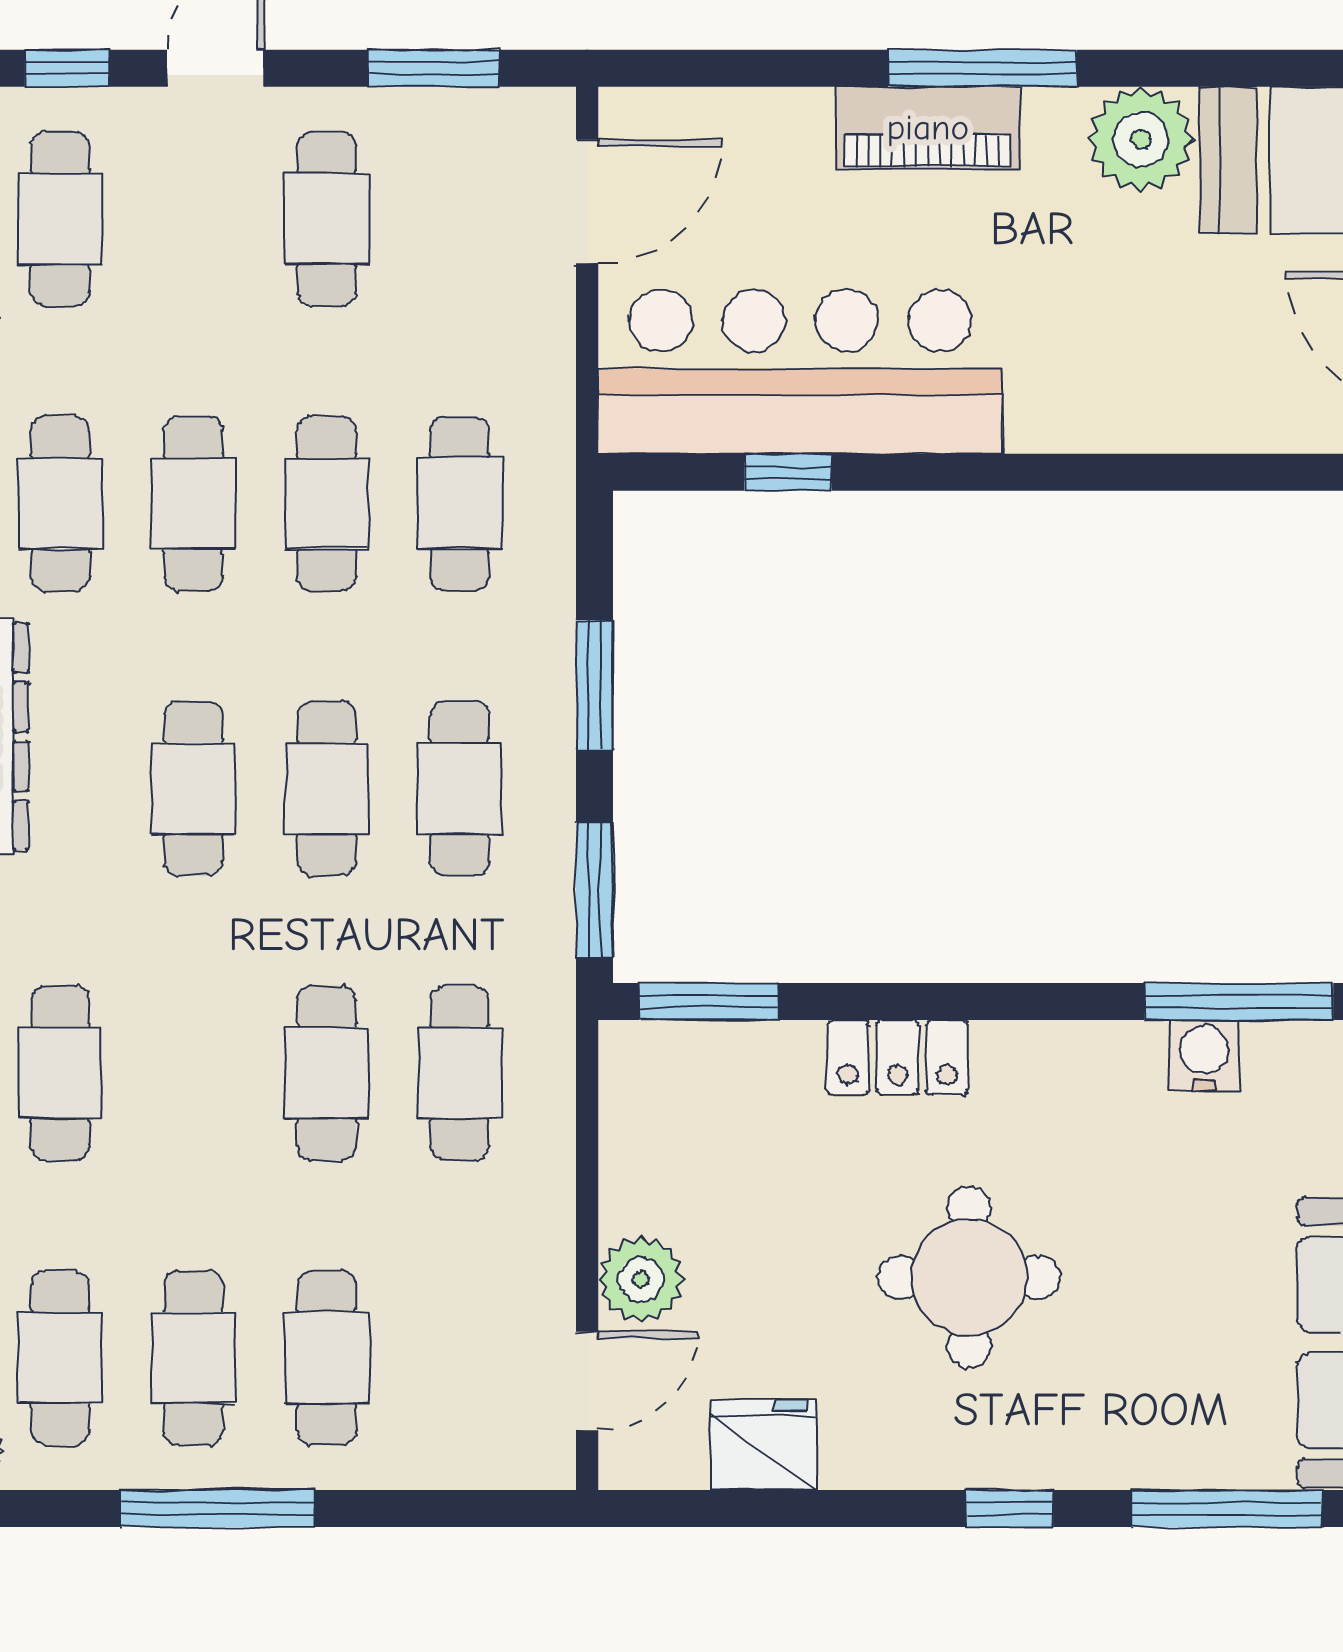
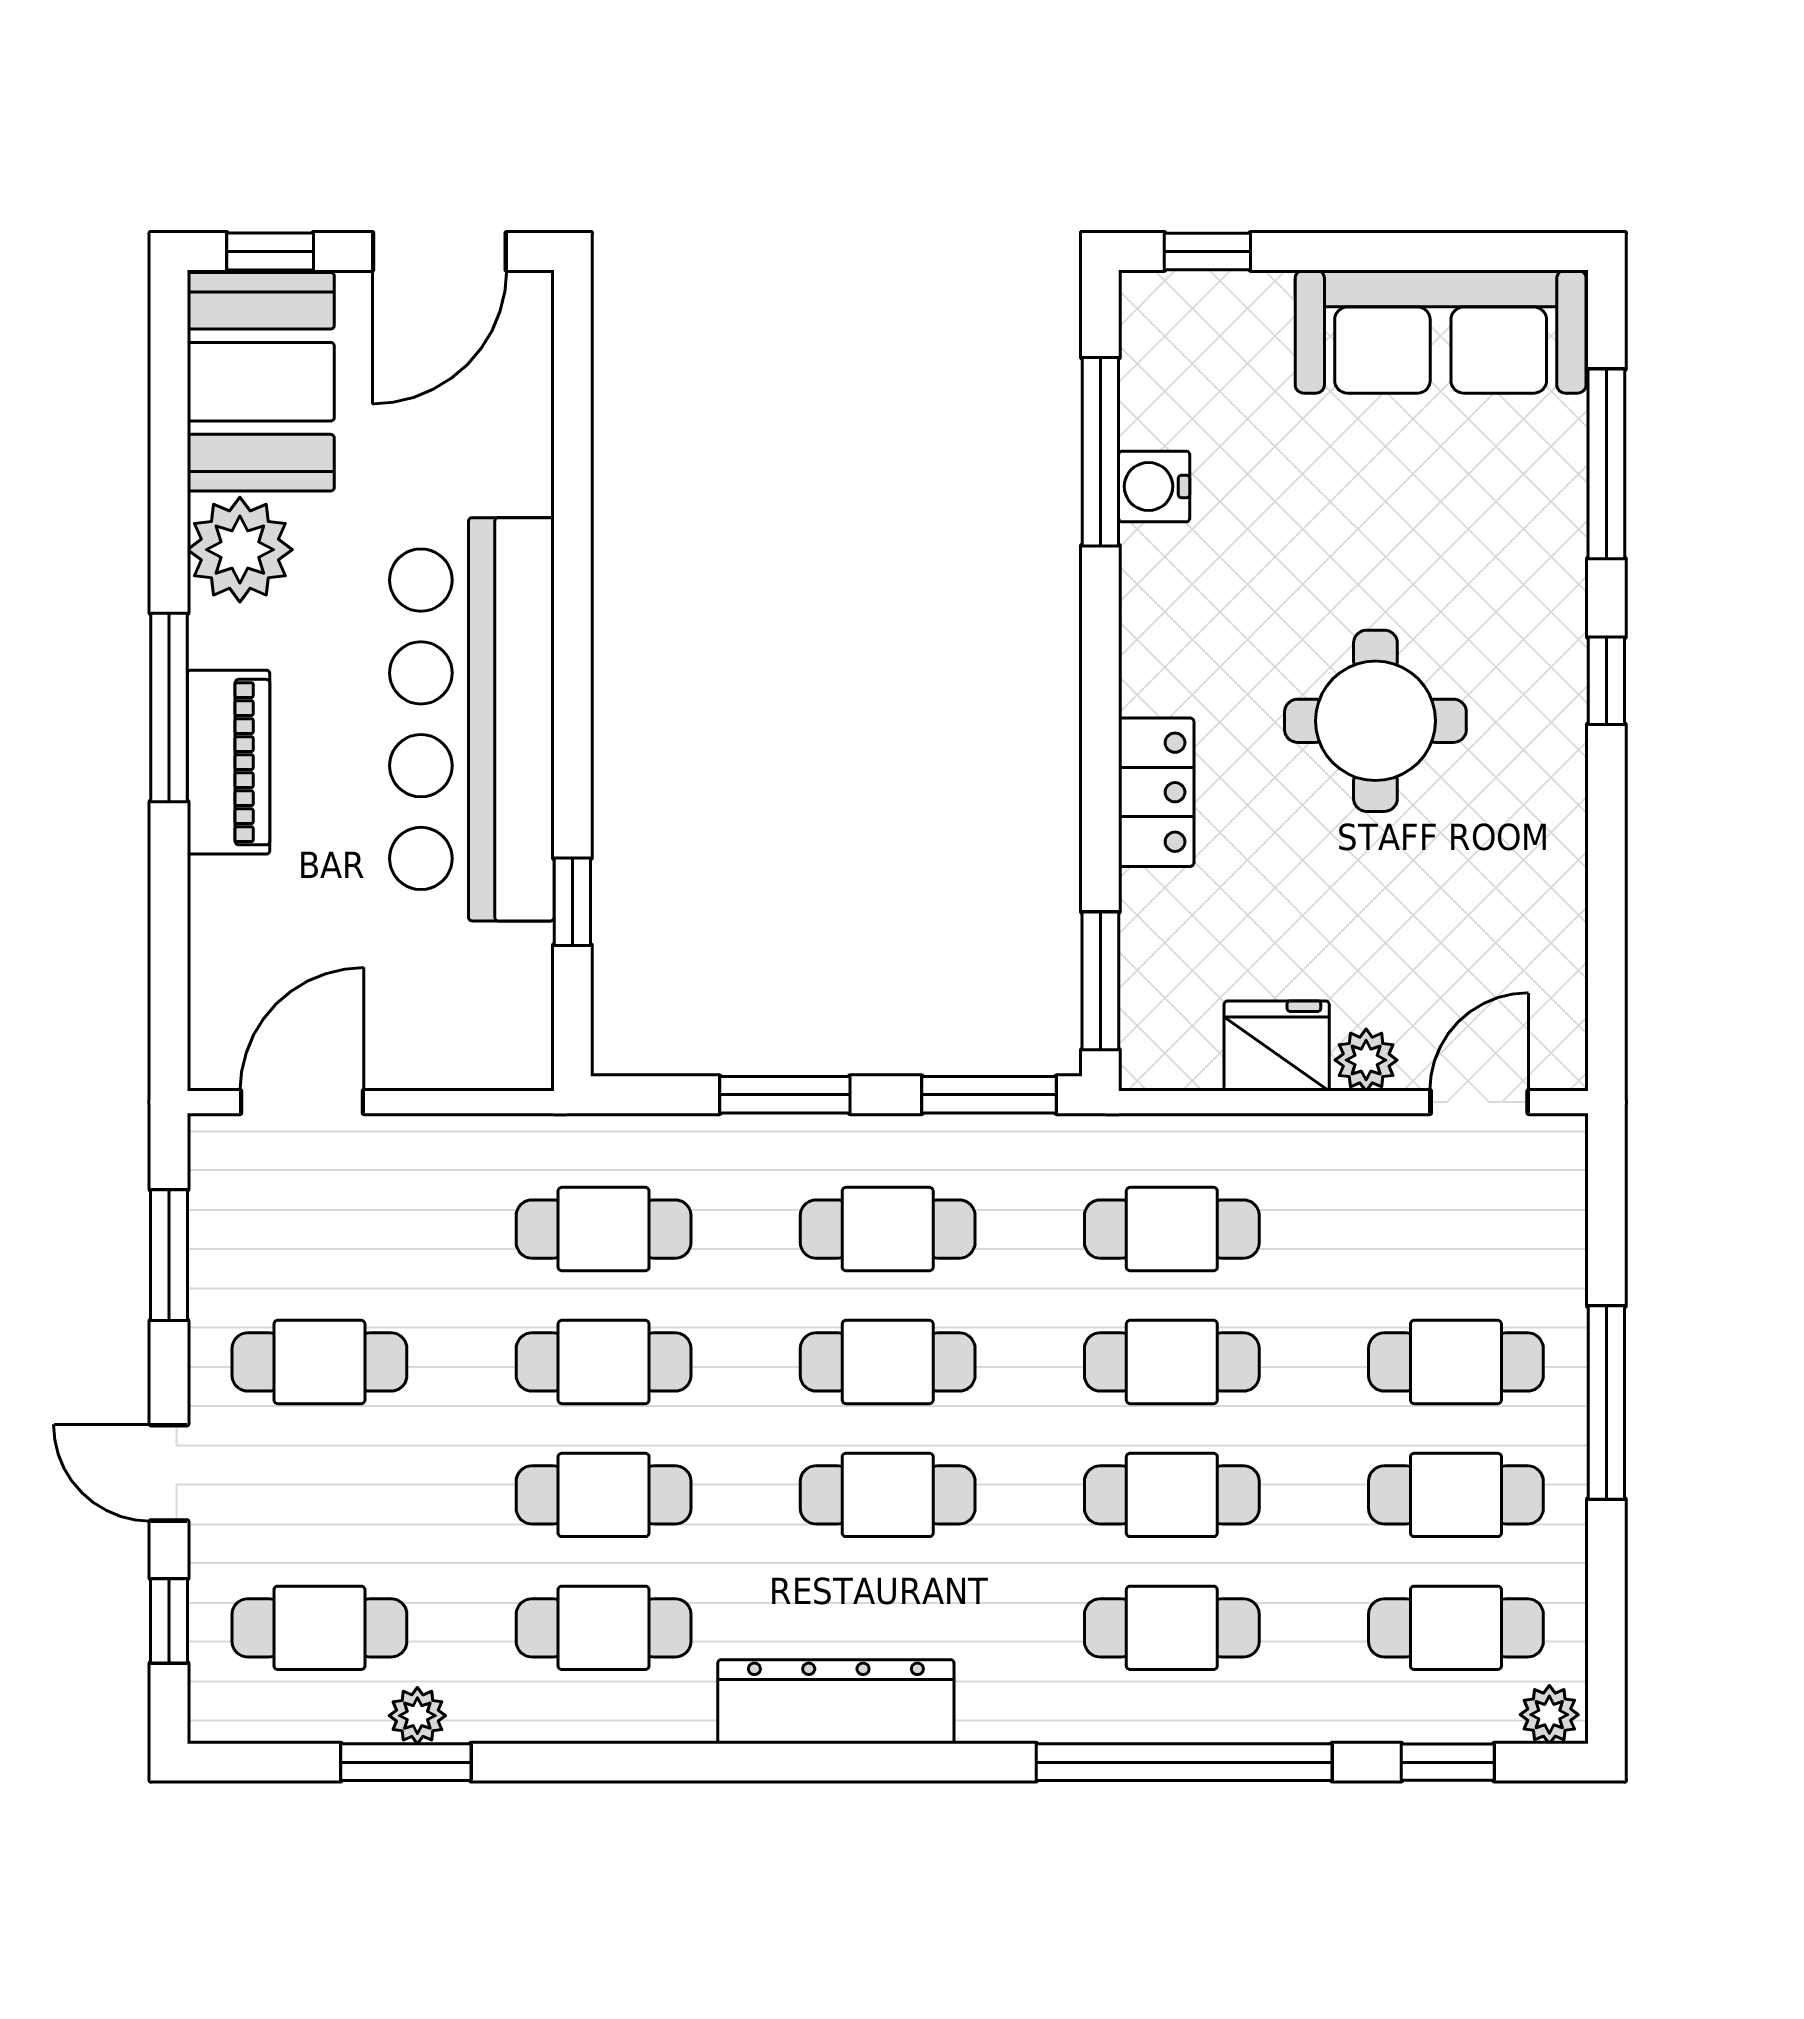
door: (587, 201) -> (302, 1102), hinge flipped
bar counter: (800, 372) -> (472, 719), moved
cafe table: (193, 1073) -> (1172, 1495), added
plant: (641, 1279) -> (1366, 1060), width x0.73, depth x0.73
door: (587, 1381) -> (1479, 1102), hinge flipped
fridge: (763, 1445) -> (1277, 1046), moved, turned 90
window: (218, 1509) -> (1606, 1403), moved

